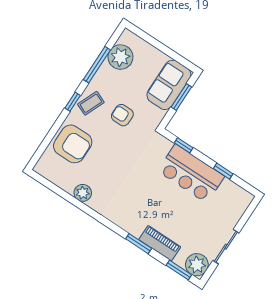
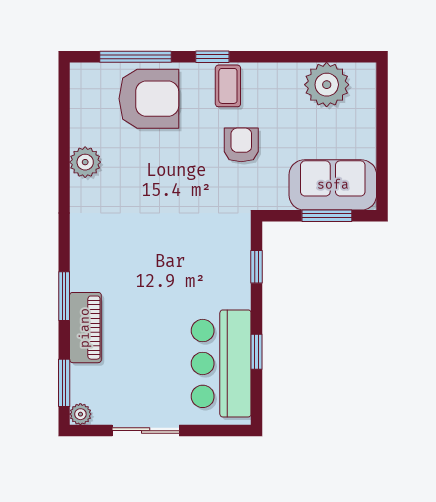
window: (97, 65) -> (136, 57), moved
coffee table: (91, 103) -> (228, 86), turned 67
armchair: (73, 144) -> (149, 99), turned -90
bar counter: (191, 174) -> (221, 363), moved
plant: (197, 265) -> (80, 414), width x0.53, depth x0.53

